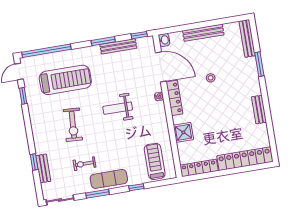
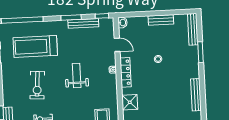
bench: (203, 33) -> (161, 20), width x0.73
door: (161, 67) -> (117, 45), width x0.53
treadmill: (65, 80) -> (35, 46), turned 180
weight bench: (118, 108) -> (77, 75), turned 90
bench: (259, 110) -> (196, 95), width x1.36

